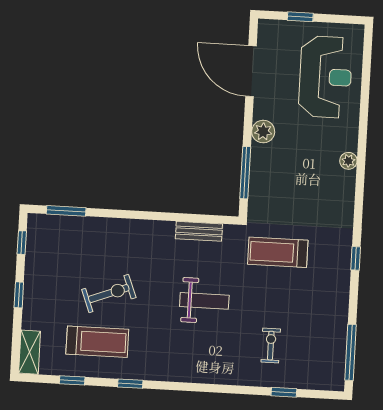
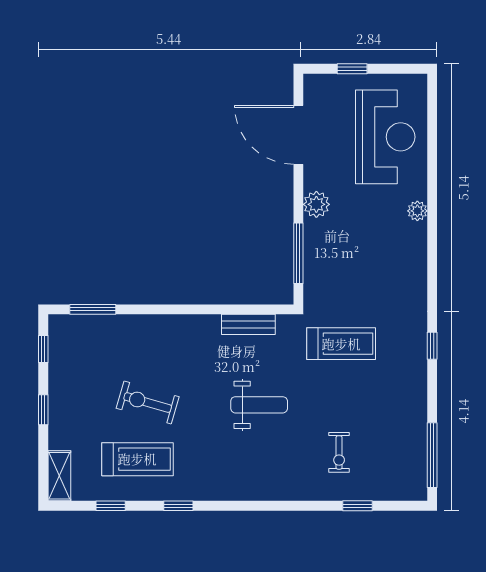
plant: (348, 161) -> (417, 211), moved
treadmill: (278, 252) -> (341, 344), turned 180
exercise bike: (109, 294) -> (148, 403), turned -143
exercise bike: (271, 346) -> (339, 452), turned 180

